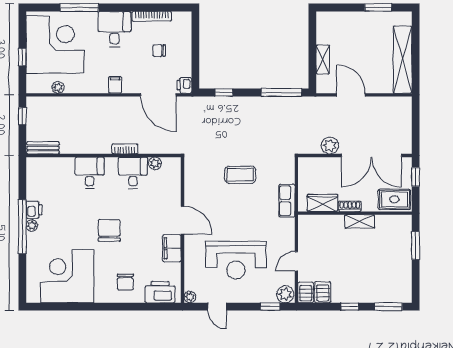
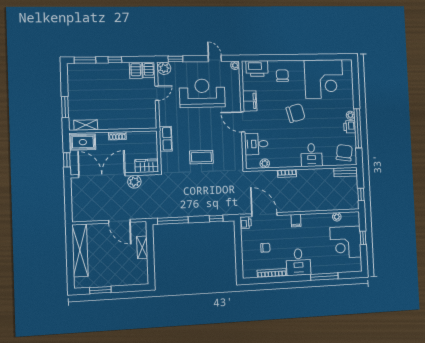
corner desk: (55, 44) -> (346, 242), width x0.74, depth x0.74
desk: (133, 173) -> (256, 144), moved, turned 90
chair: (43, 174) -> (344, 153), added
wardrobe: (322, 203) -> (147, 166), moved, turned 180
shelving: (360, 221) -> (86, 125), moved
window: (22, 227) -> (358, 128), moved
chair: (109, 230) -> (296, 113), turned -105

